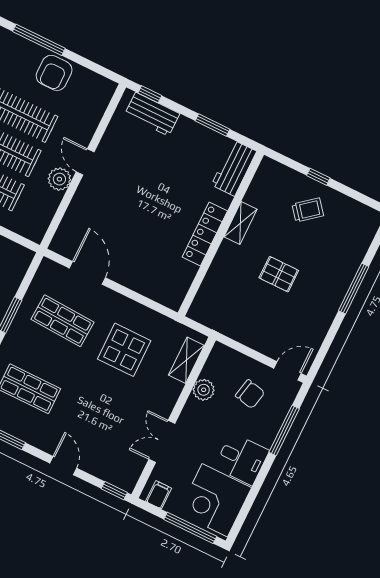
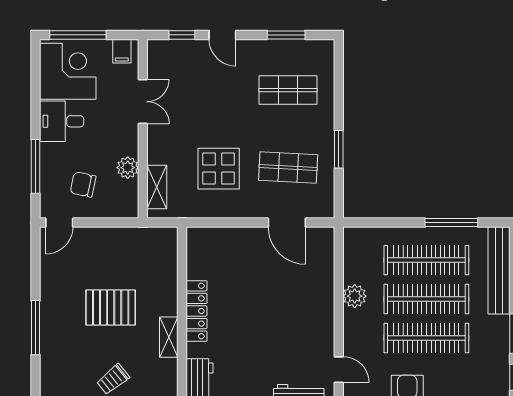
door: (85, 162) -> (339, 370), moved
pallet: (279, 274) -> (111, 307), width x1.50, depth x1.42
window: (114, 491) -> (182, 35), moved

